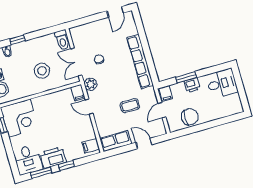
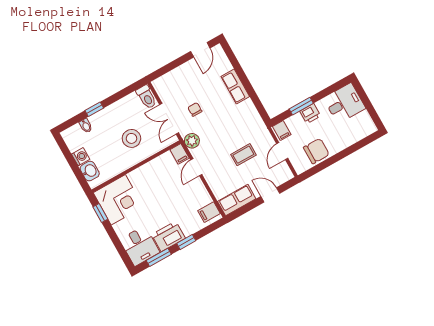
row of seats: (140, 62) -> (235, 87), width x0.50
door: (89, 107) -> (196, 167), hinge flipped

